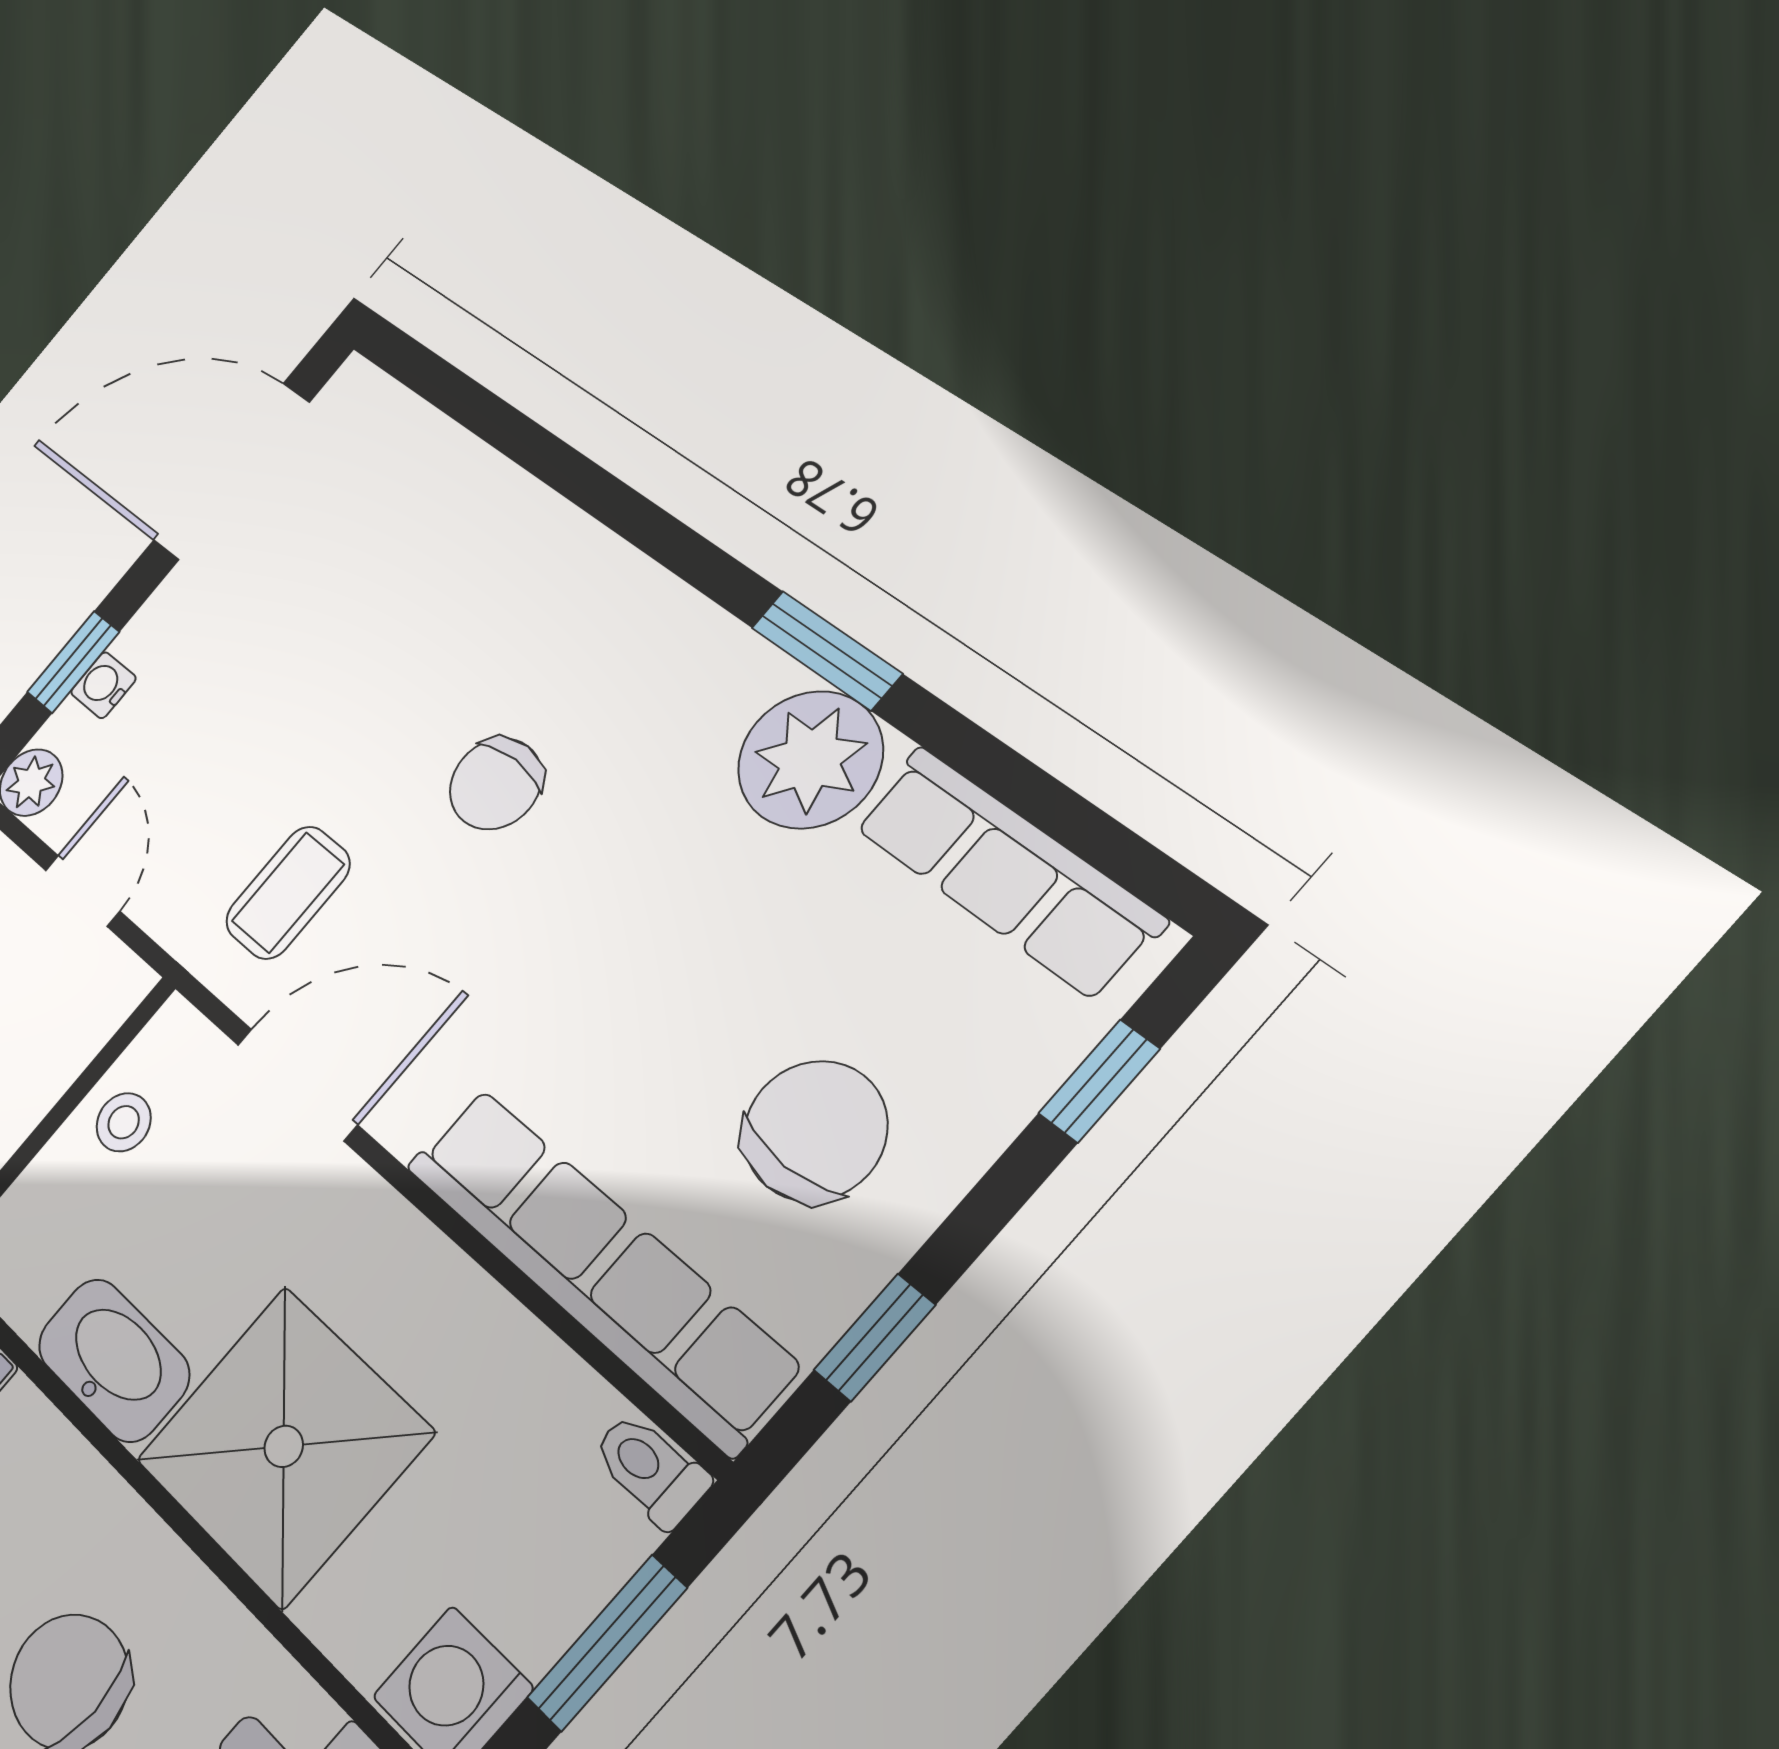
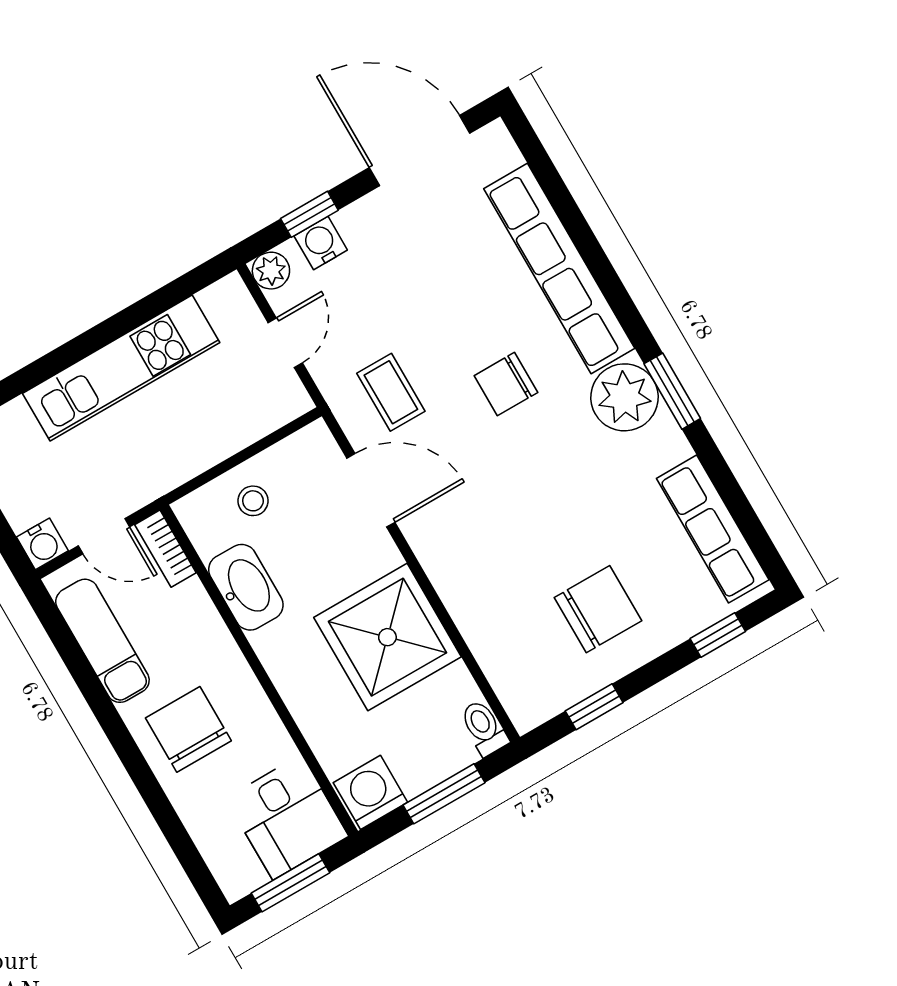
water cooler: (103, 685) -> (321, 243), width x1.38, depth x1.38
plant: (810, 760) -> (624, 397), moved
coffee table: (288, 893) -> (391, 392), turned 90
stool: (124, 1122) -> (253, 501), moved
row of seats: (600, 1266) -> (559, 268), moved, turned 180
shower: (284, 1446) -> (387, 637), moved

